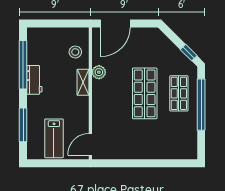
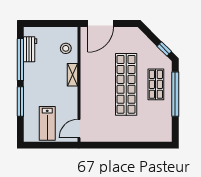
plant: (99, 72) -> (86, 66), removed
workbench: (34, 80) -> (30, 49), moved
shop shelf: (145, 93) -> (126, 84), width x1.40
window: (23, 125) -> (20, 101), moved

